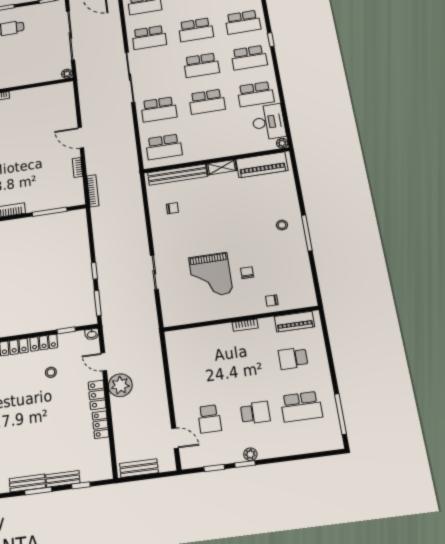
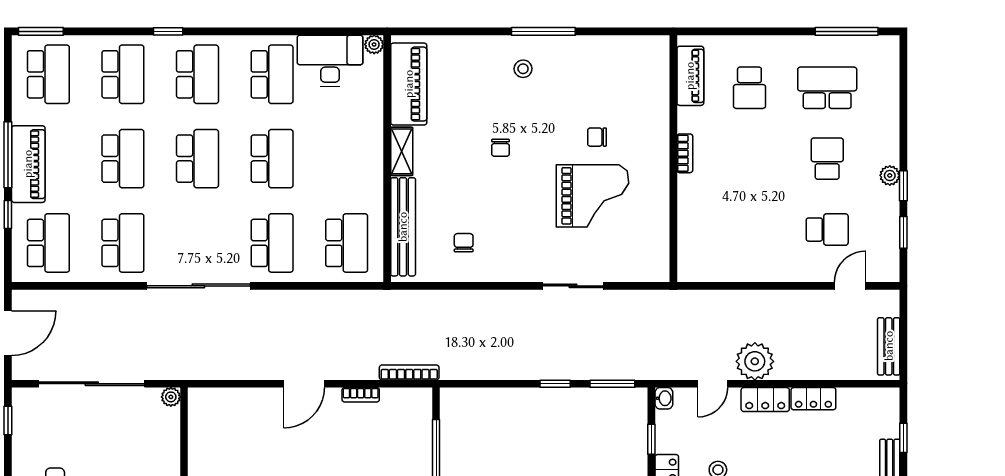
chair: (272, 300) -> (501, 148), moved
school desk: (301, 407) -> (827, 88), turned -90

